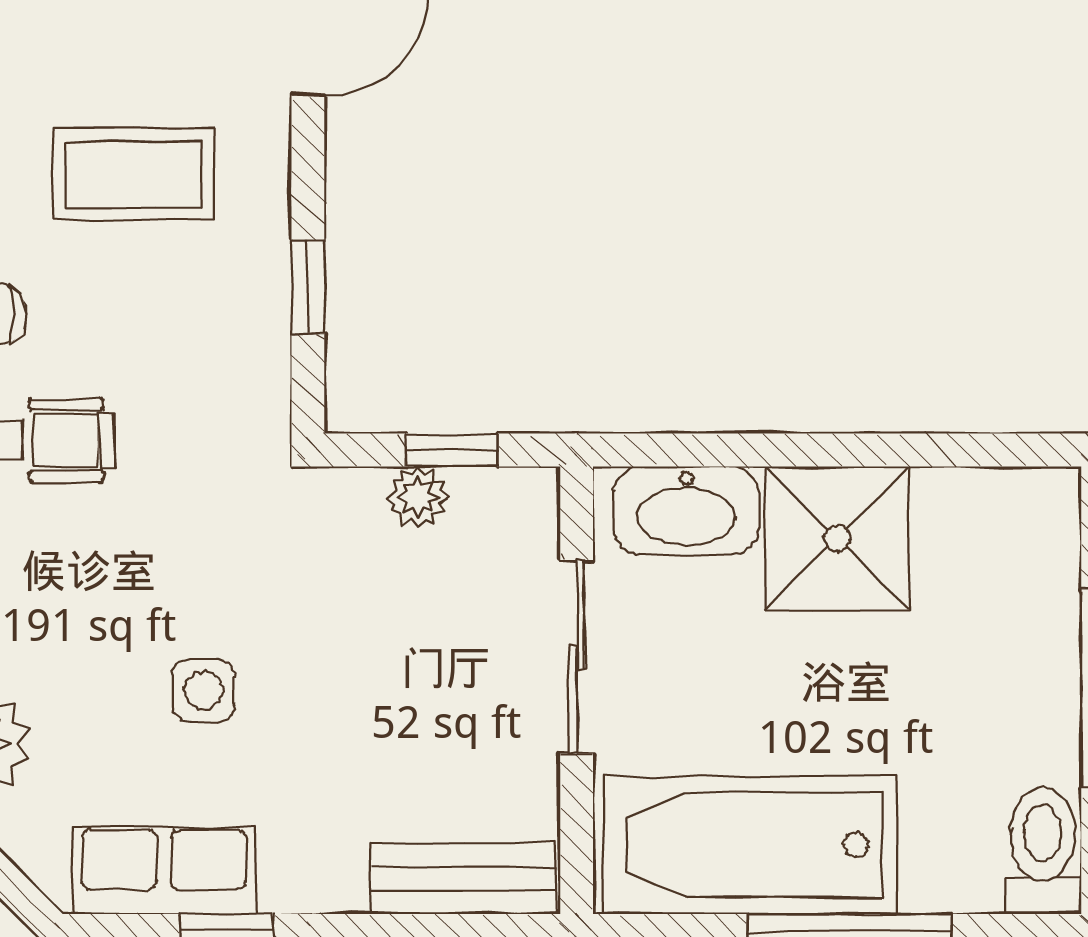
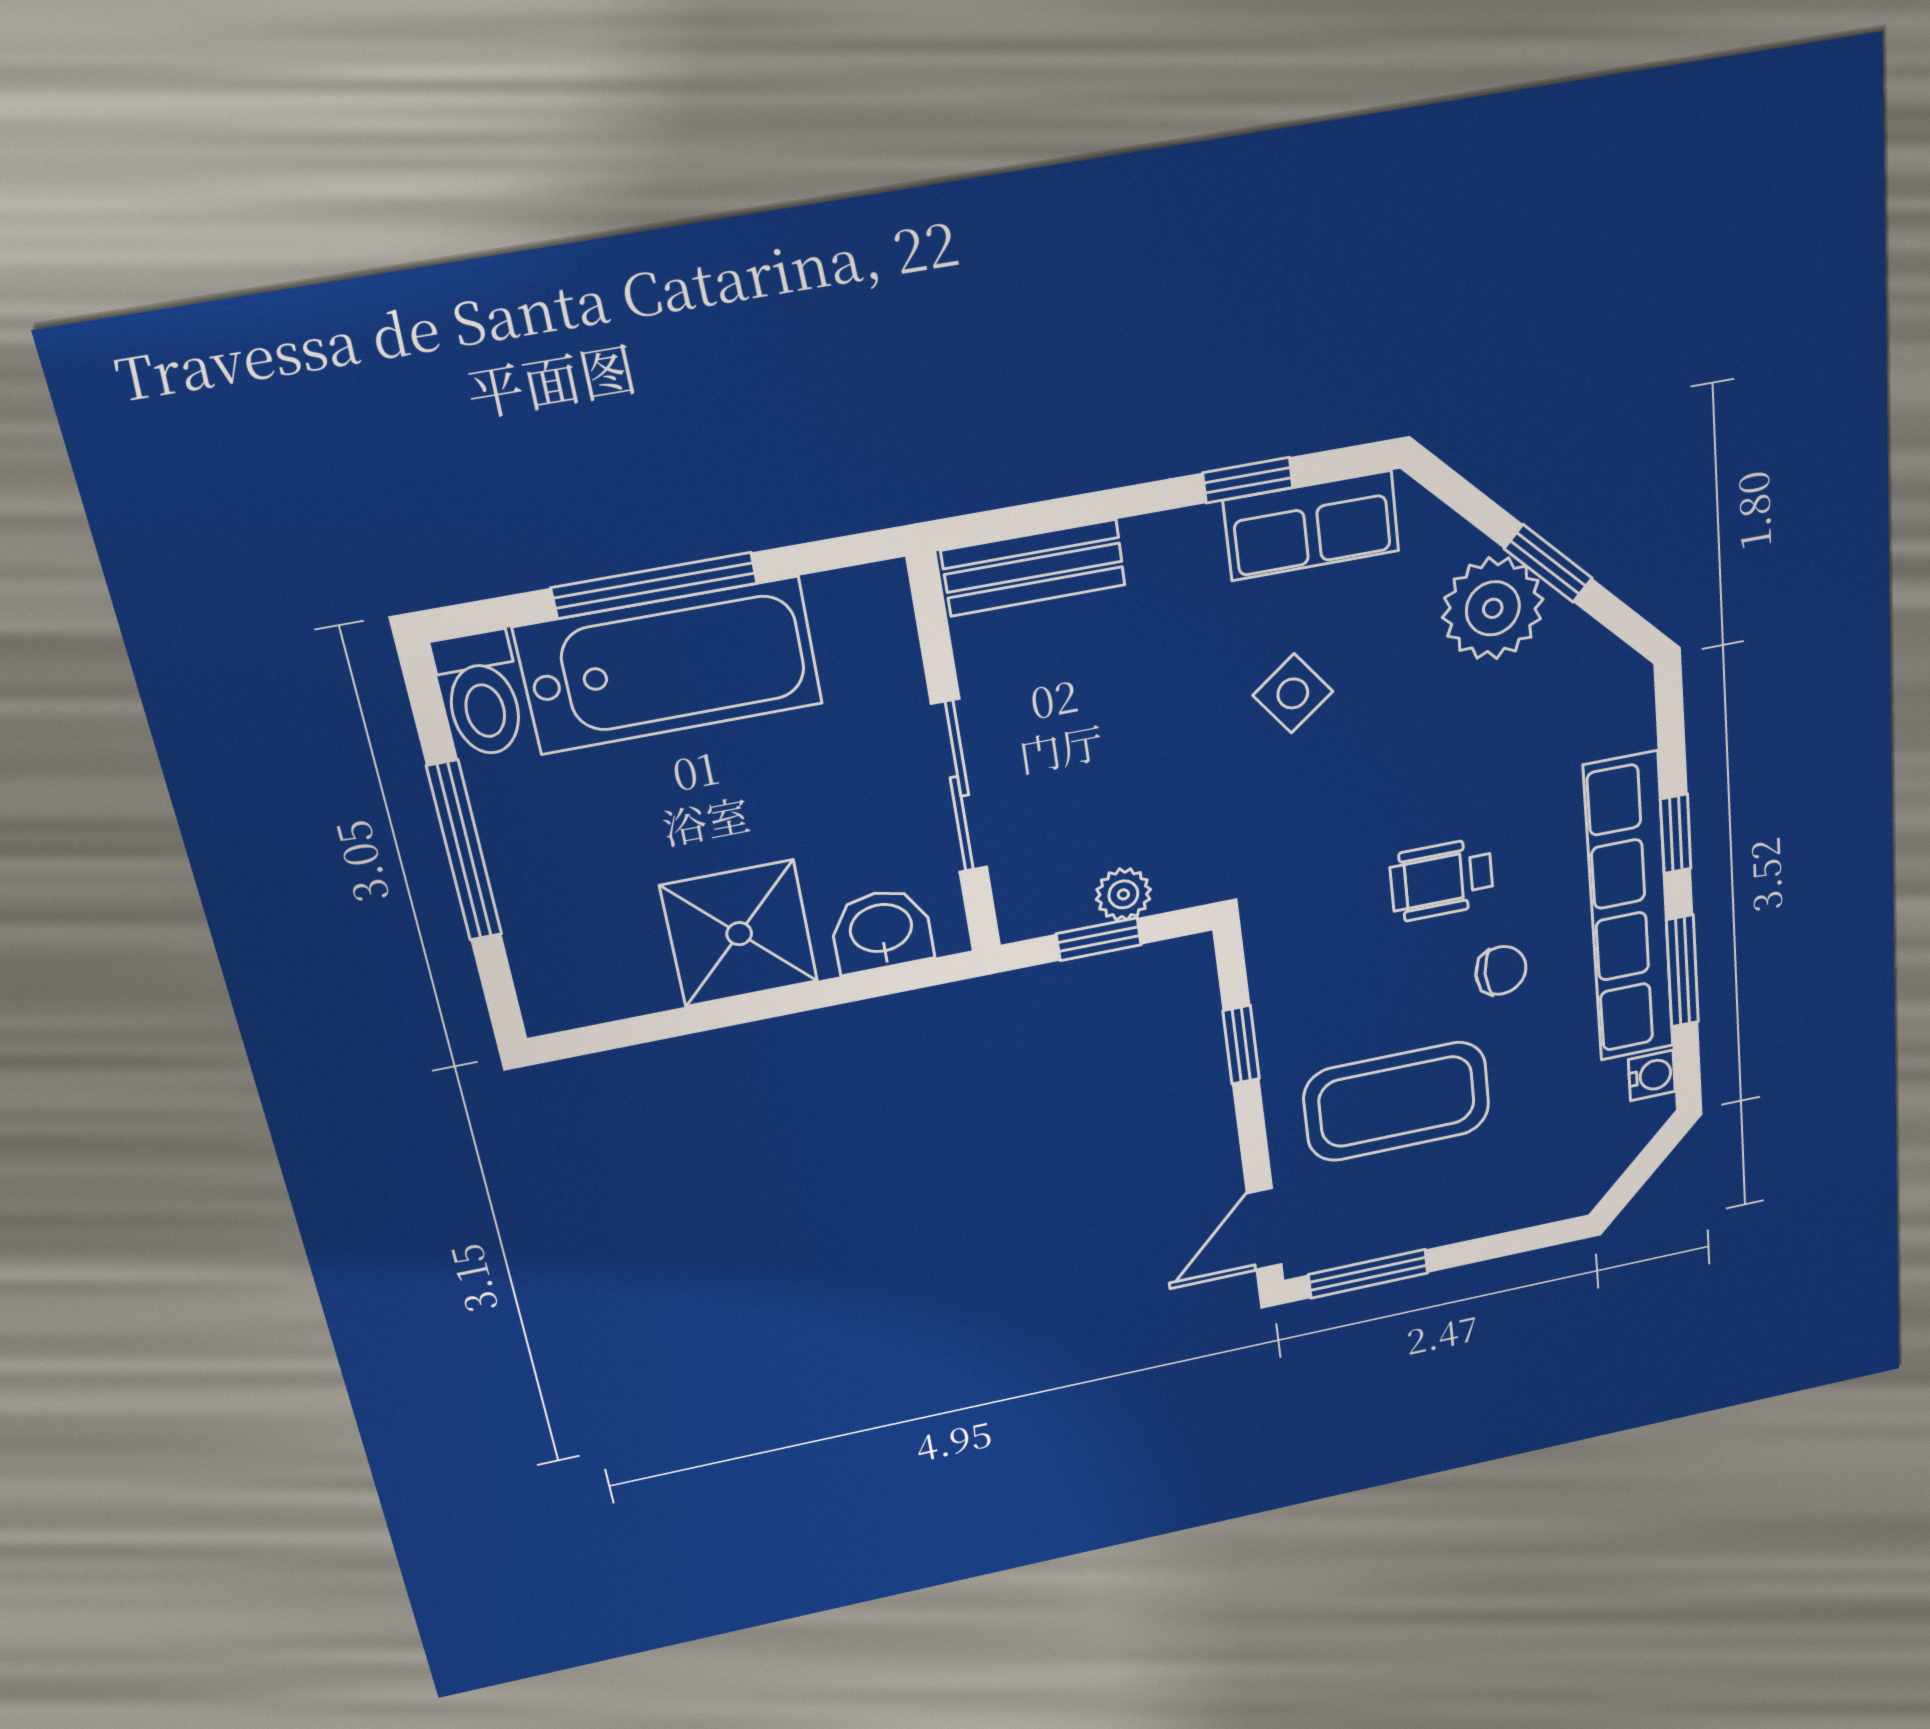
coffee table: (134, 174) -> (1397, 1102), width x1.36, depth x1.32
washbasin: (686, 510) -> (881, 930), width x0.72
side table: (204, 690) -> (1293, 693), turned -37
bathtub: (750, 845) -> (669, 666), moved

